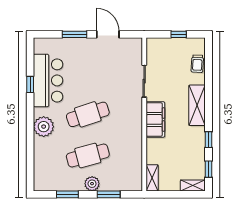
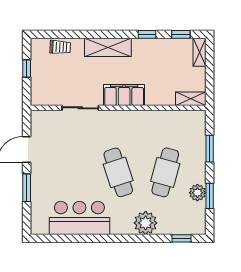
window: (30, 84) -> (181, 238), moved
plant: (44, 127) -> (146, 223), moved
cafe table: (88, 155) -> (165, 172), turned 30
plant: (92, 184) -> (197, 193), moved

